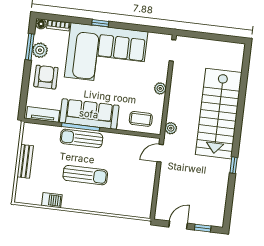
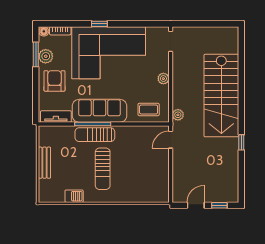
sun lounger: (85, 175) -> (103, 169), turned 90

